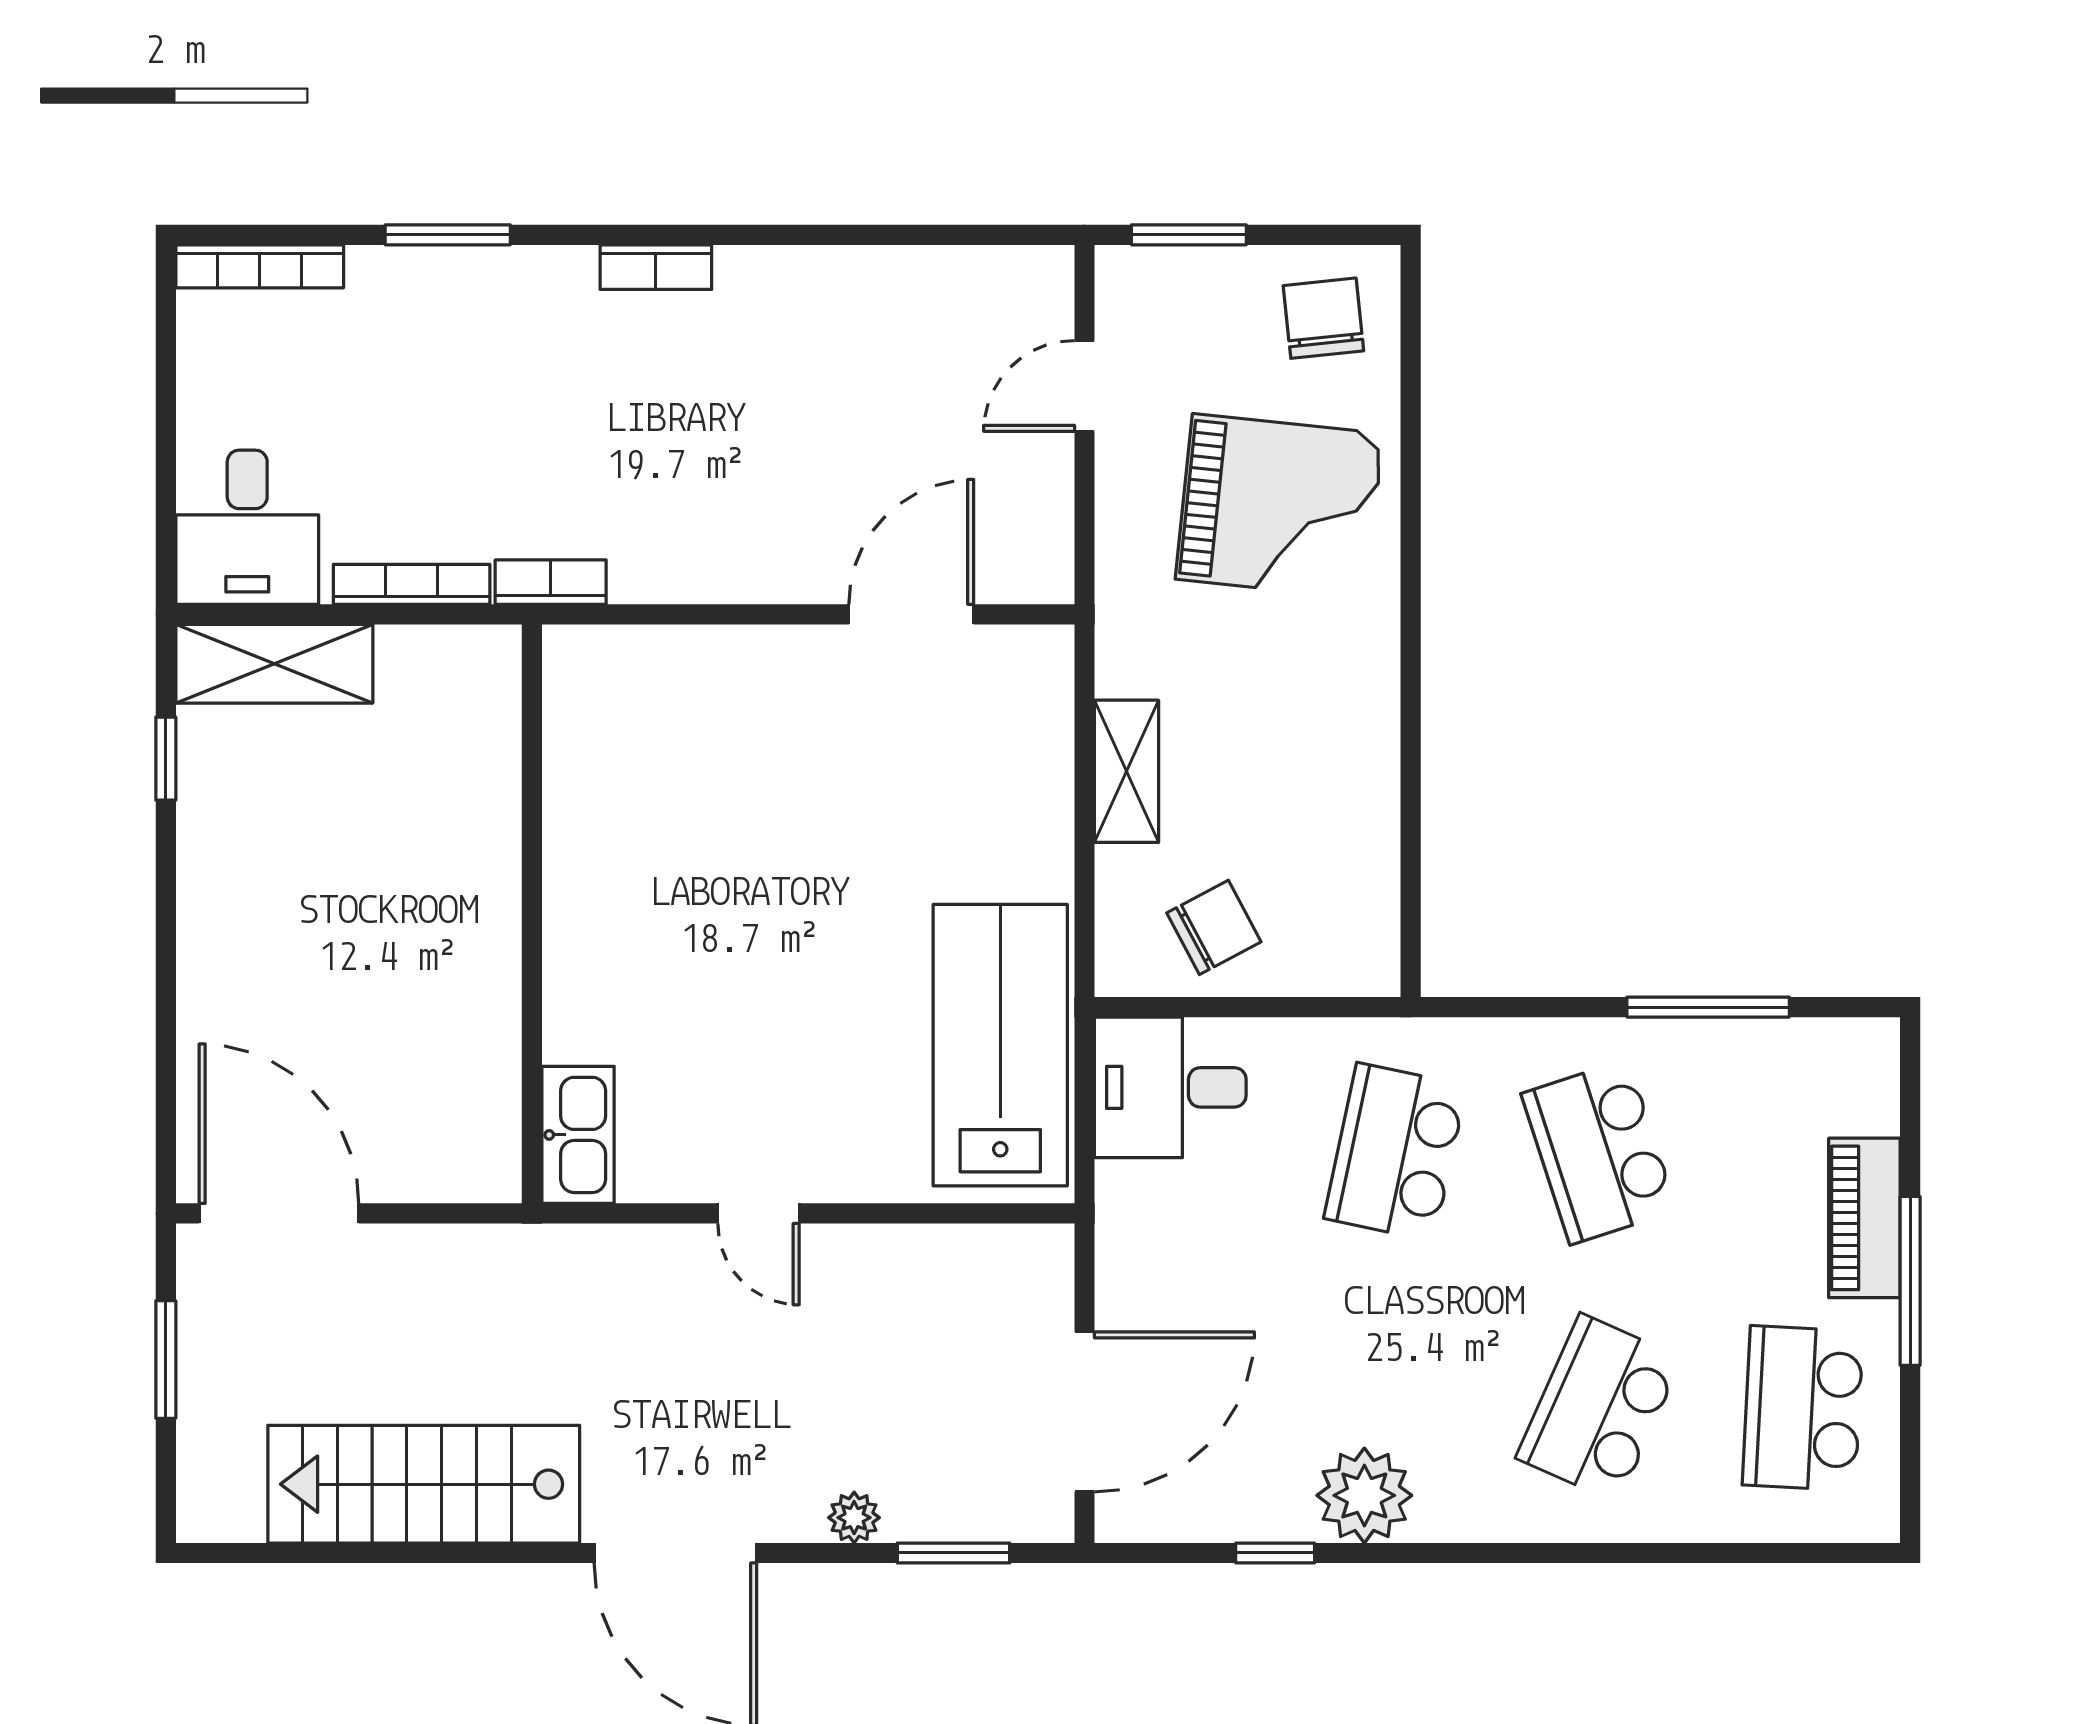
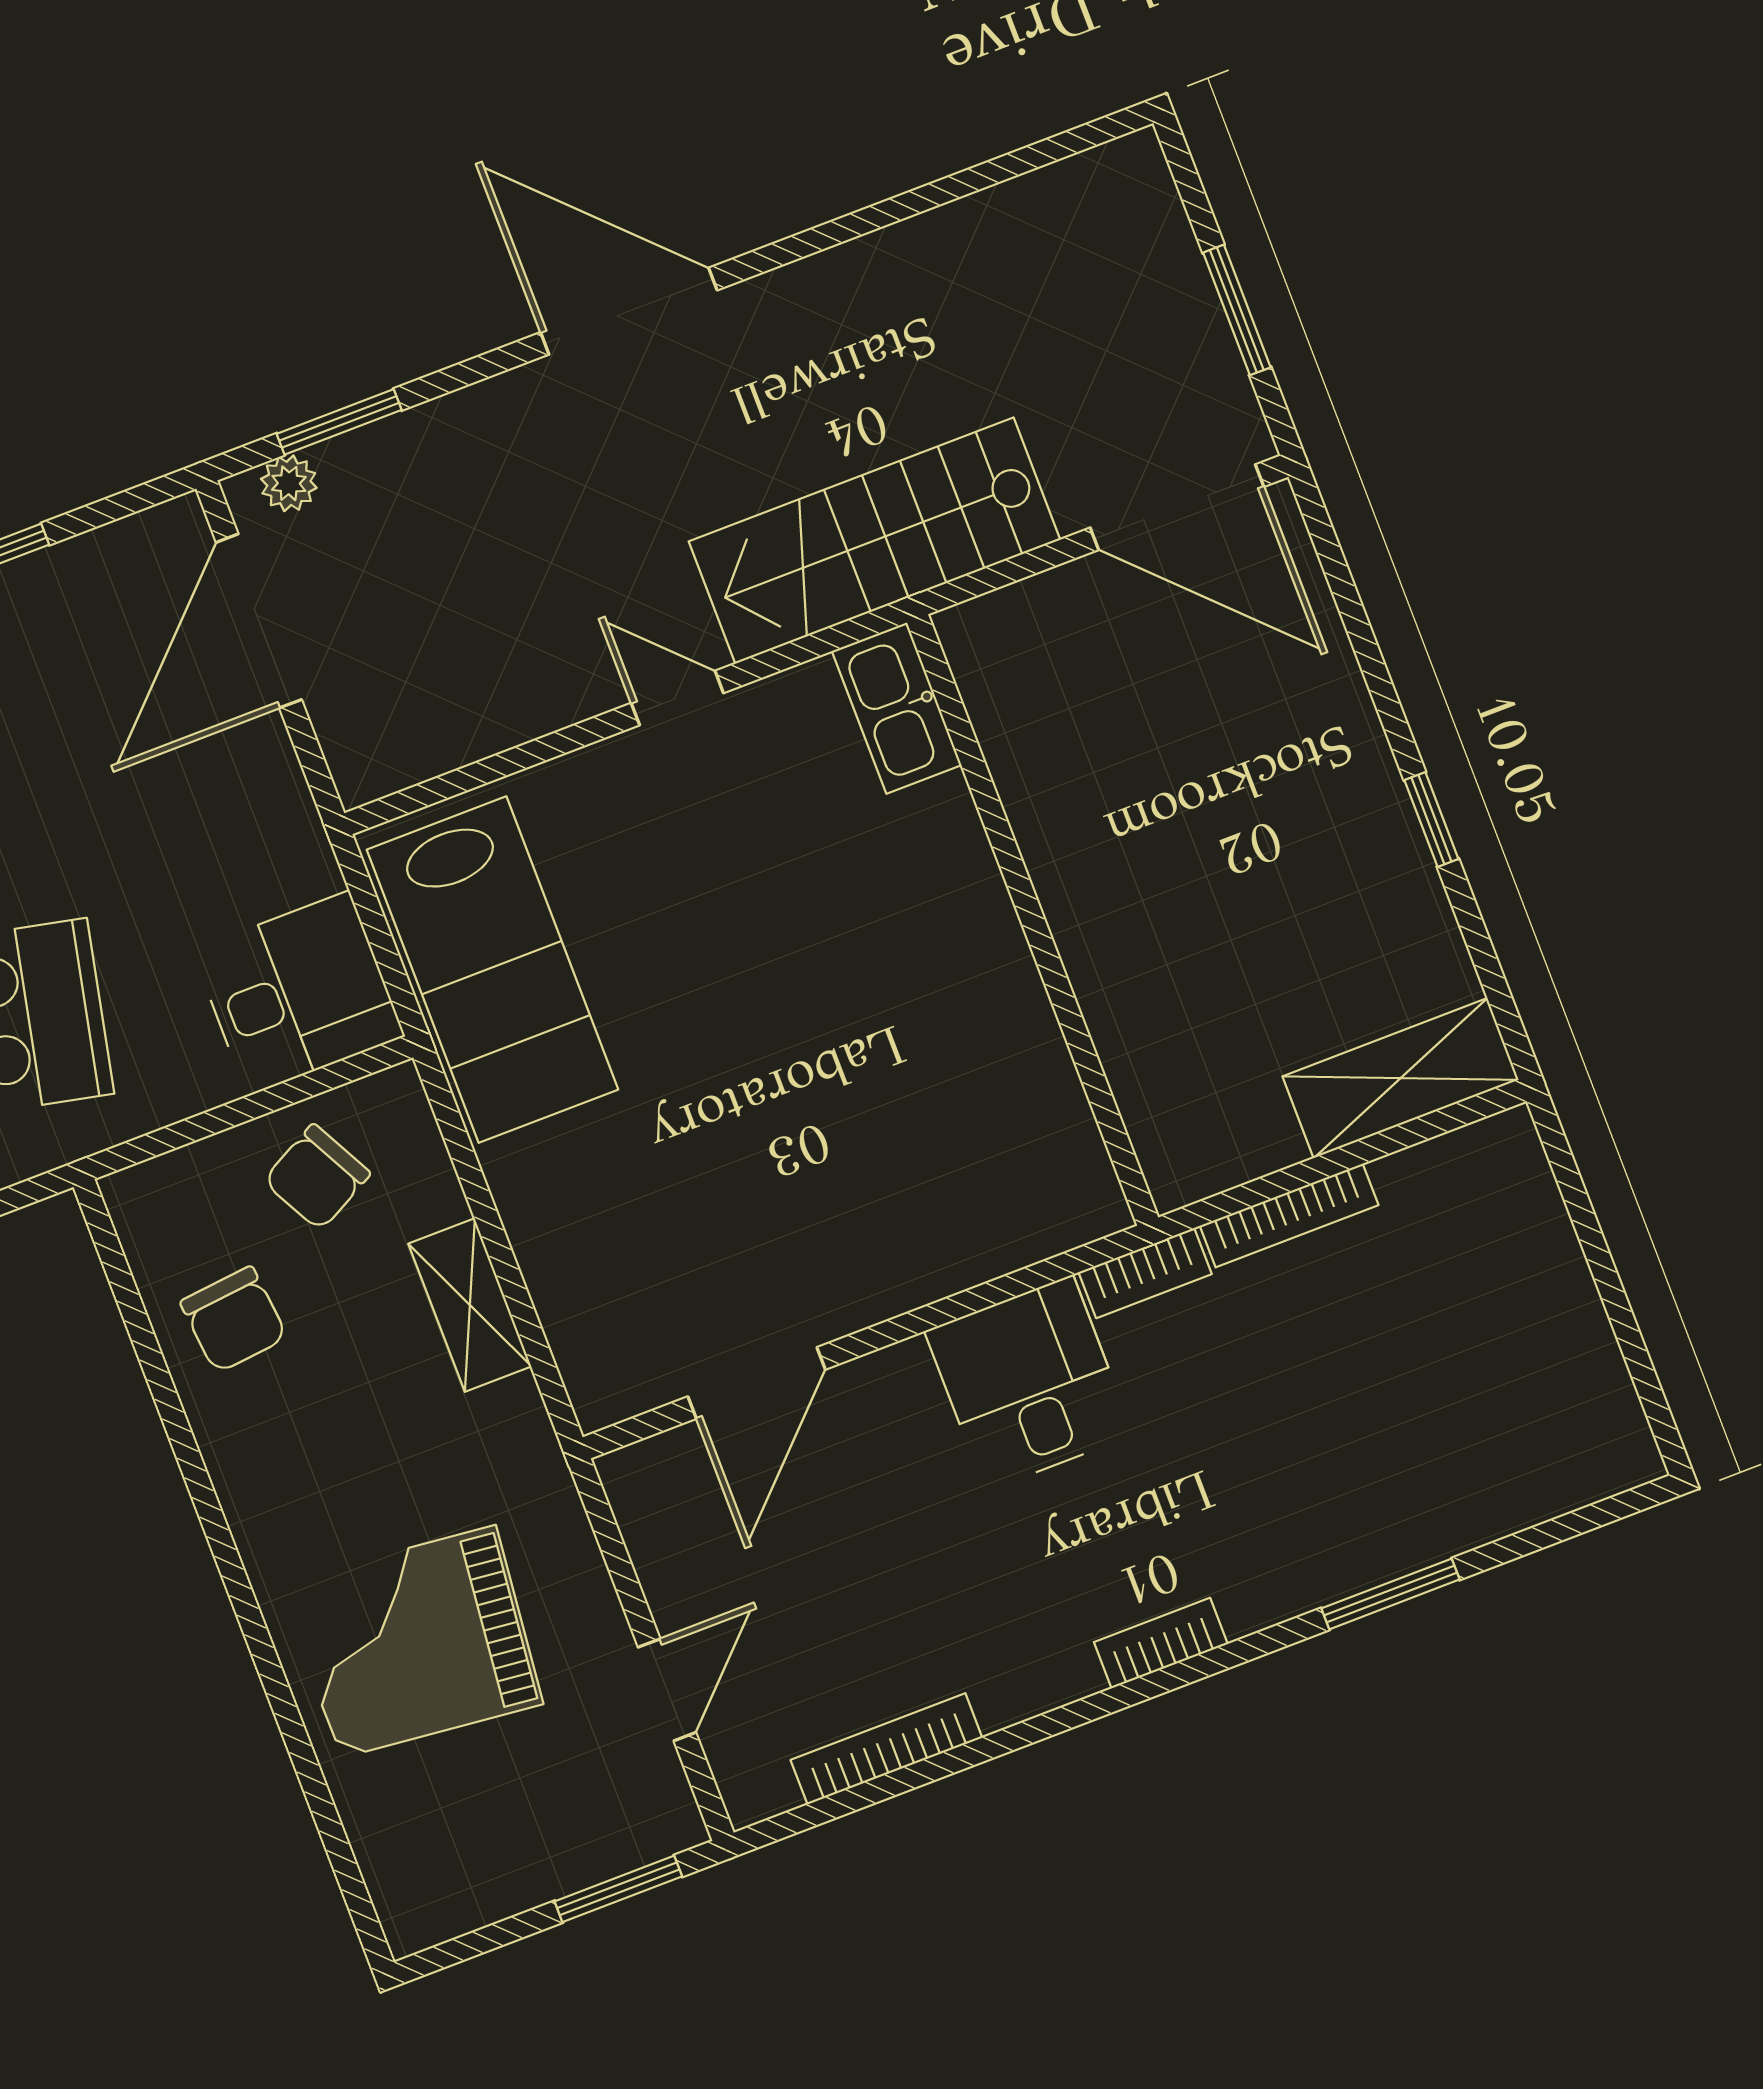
bookcase: (260, 266) -> (886, 1749), moved
chair: (1323, 318) -> (234, 1320), moved
desk: (247, 527) -> (1029, 1383), moved
window: (166, 759) -> (1431, 820), moved
stairs: (424, 1484) -> (874, 541), moved, turned 180
plant: (854, 1518) -> (289, 483), moved

